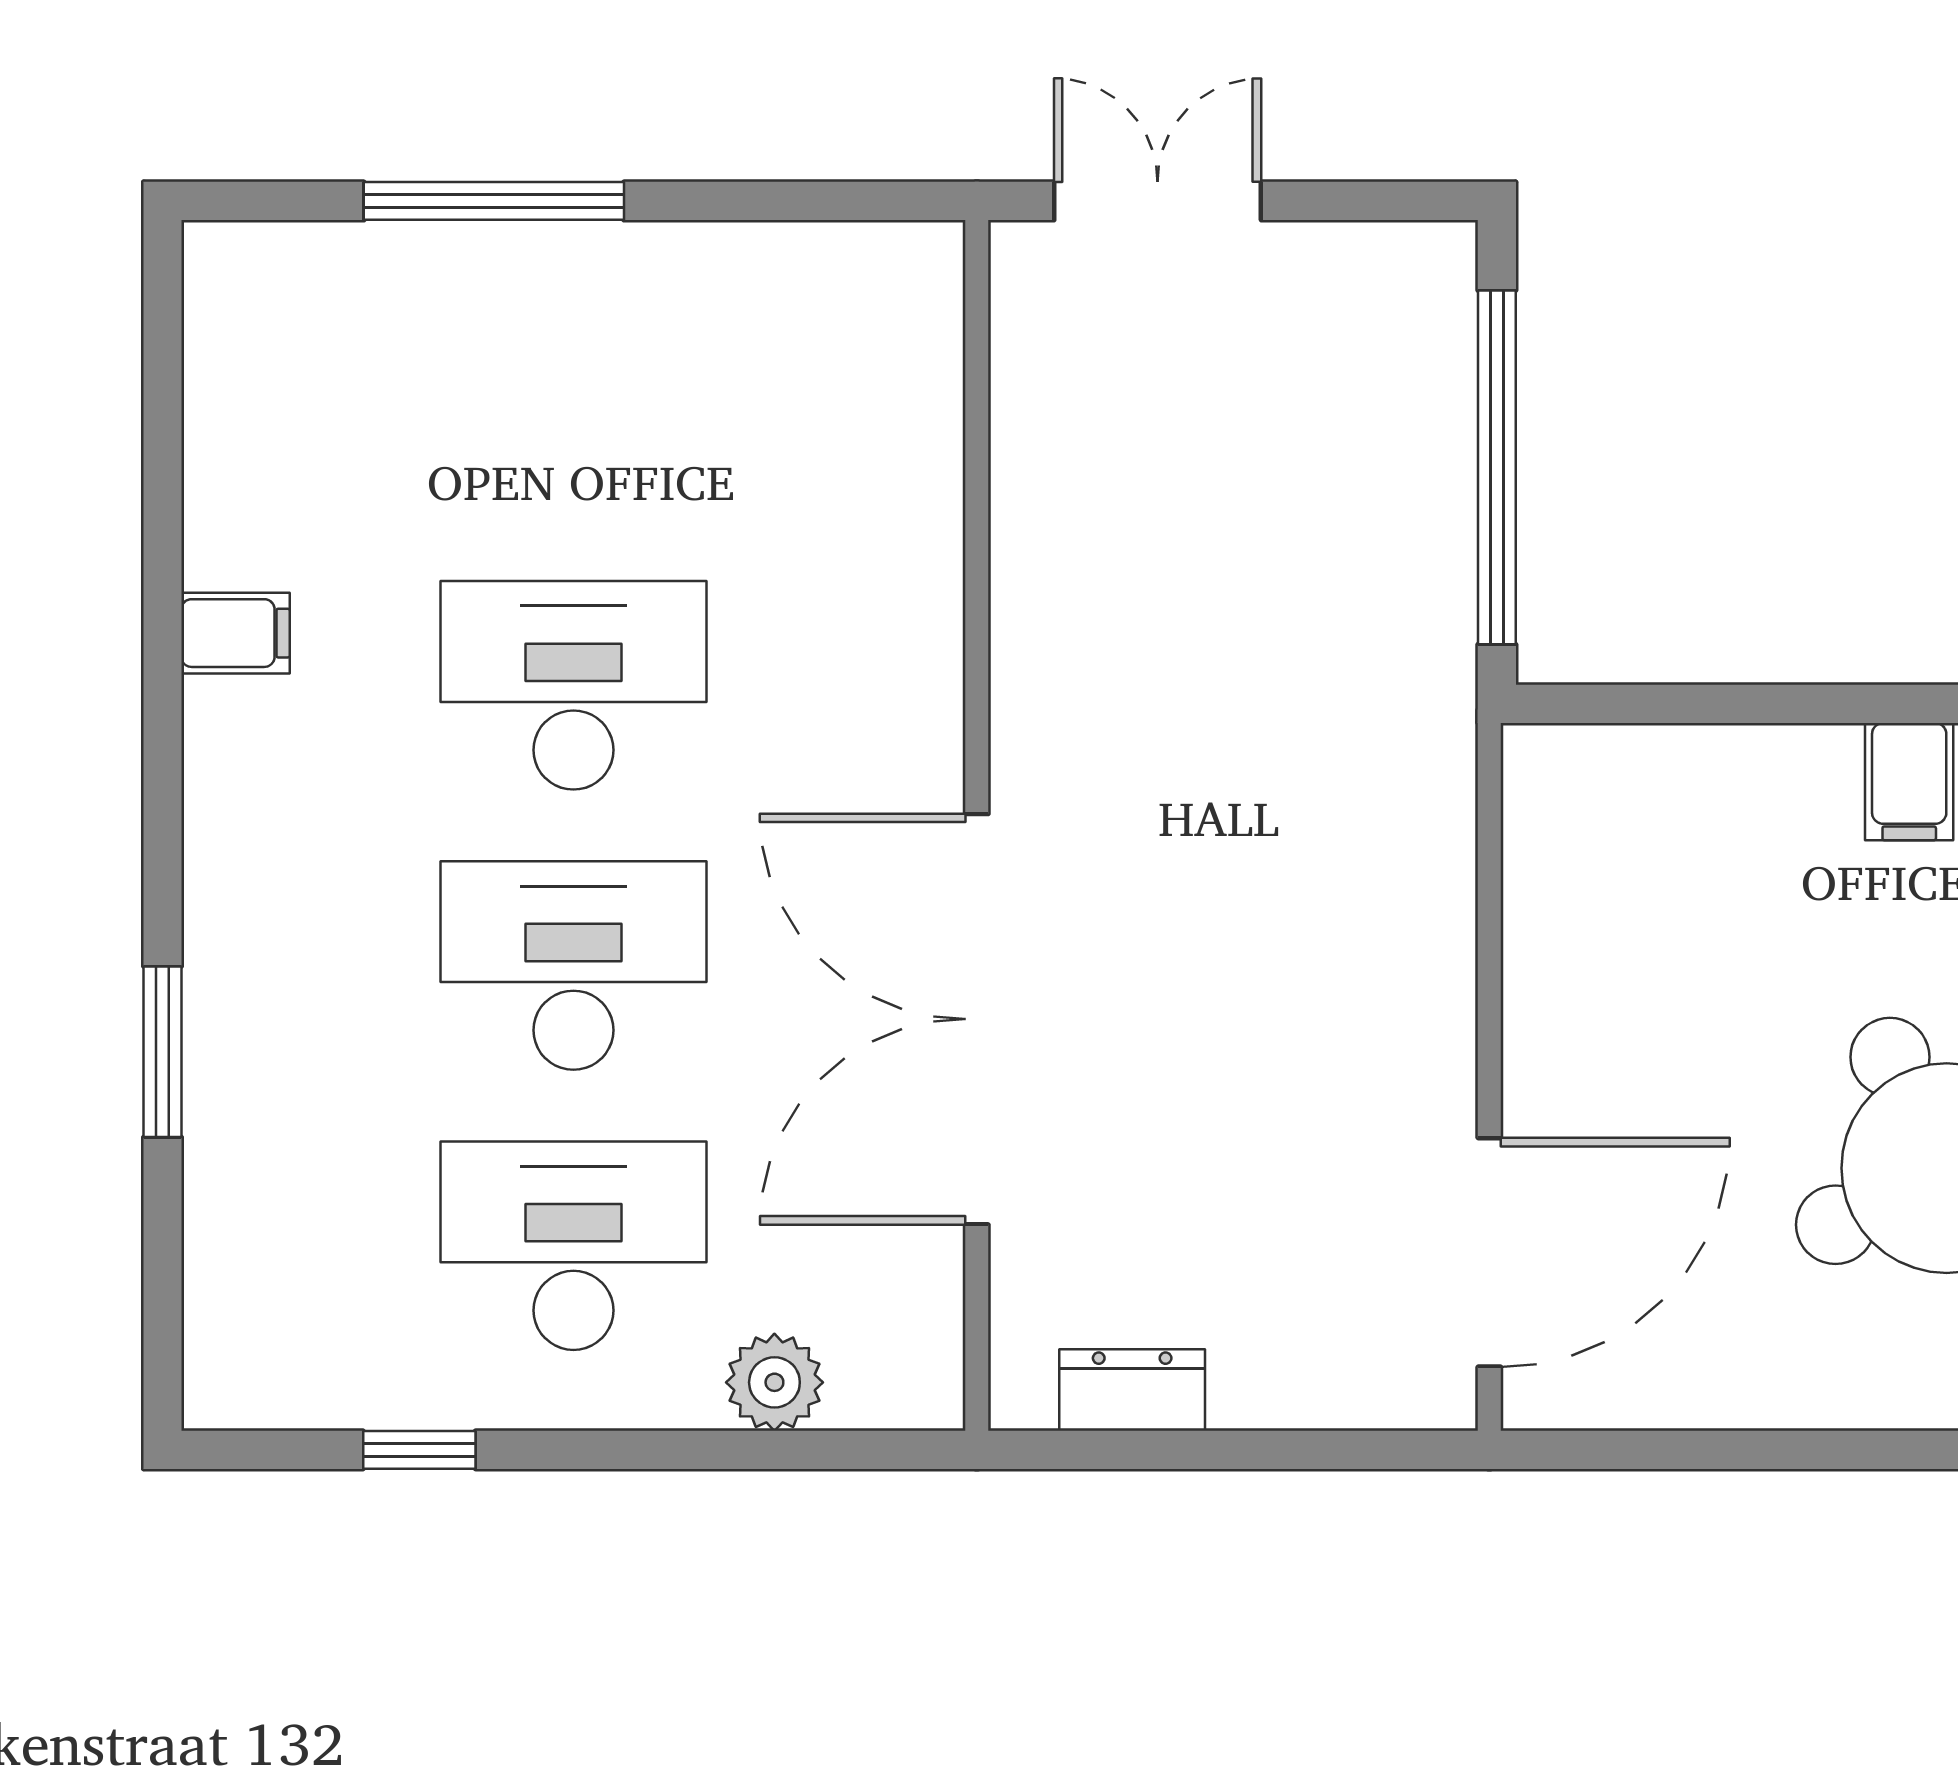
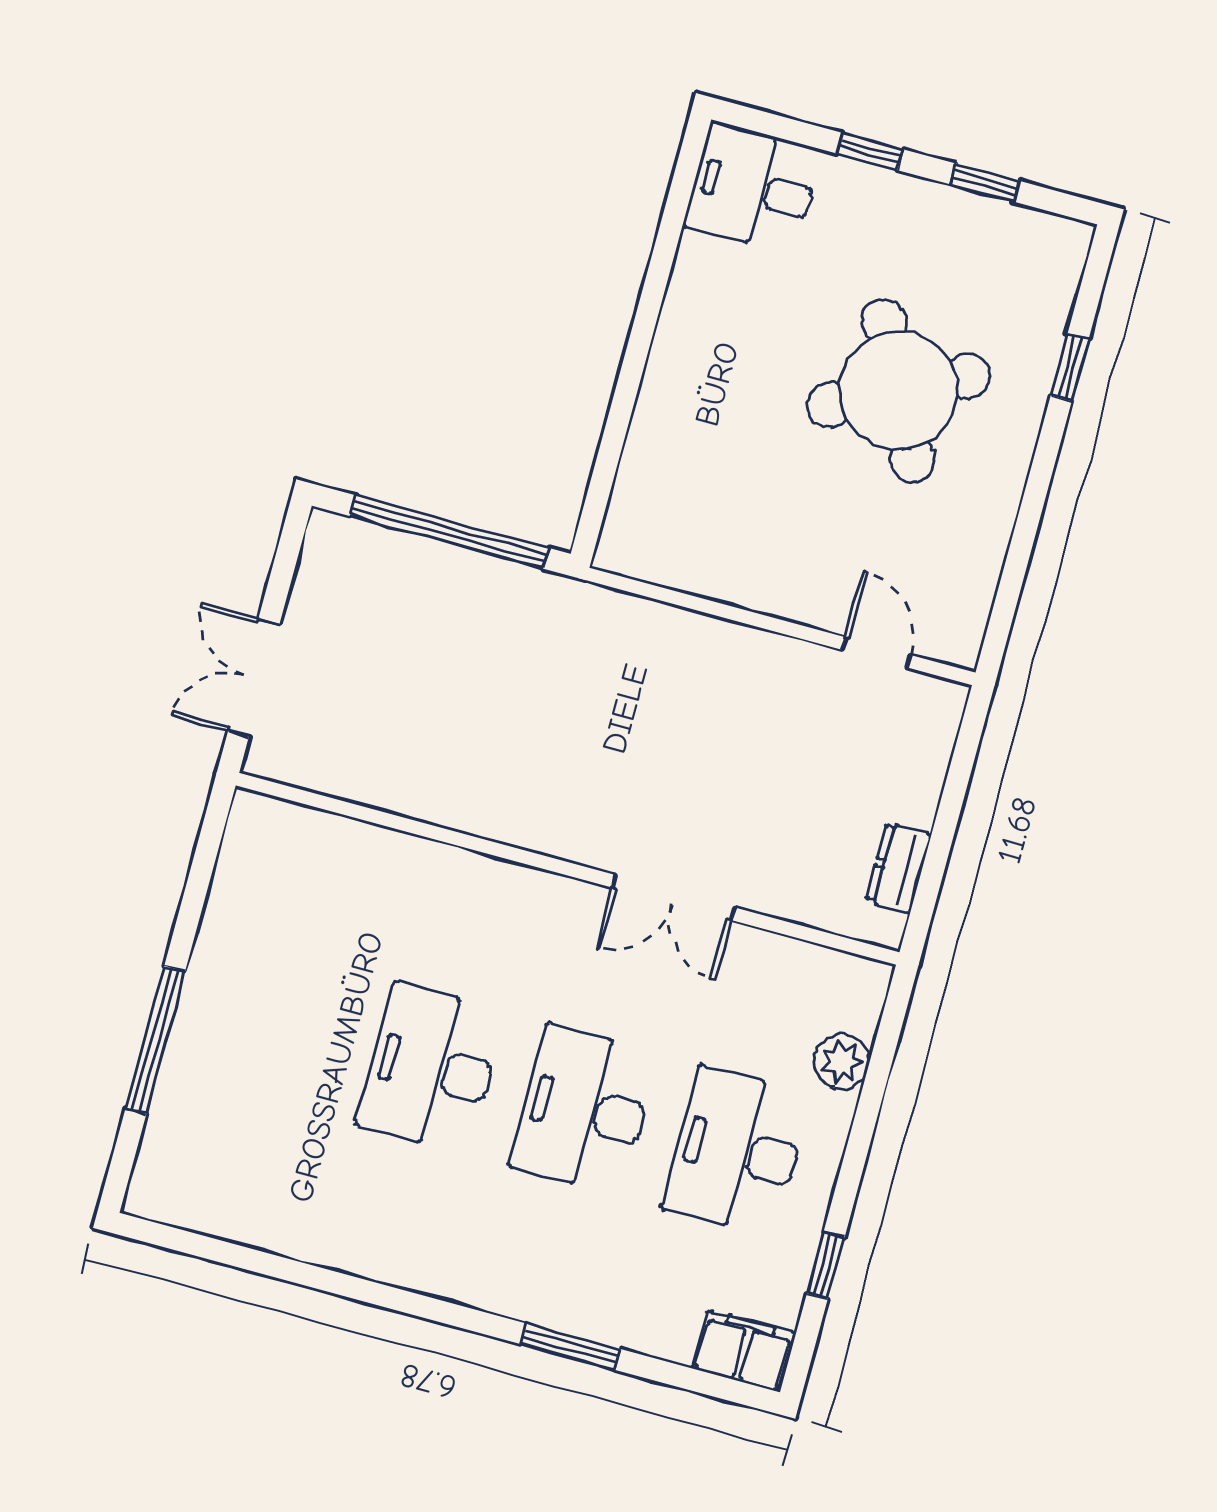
filing cabinet: (236, 633) -> (744, 1351), moved, width x2.00
filing cabinet: (1909, 782) -> (682, 354), removed
double door: (977, 1019) -> (673, 897), width x0.54
door: (1489, 1252) -> (876, 652), width x0.53

